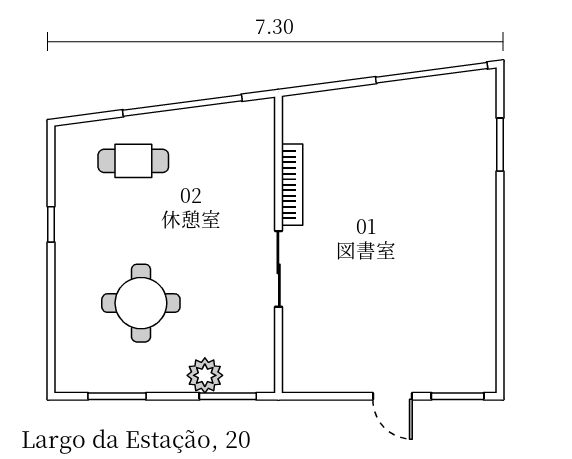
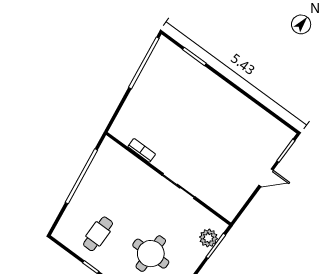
cafe table: (133, 161) -> (98, 234), moved
bookcase: (292, 185) -> (142, 150), width x0.64
plant: (205, 375) -> (208, 238), moved

